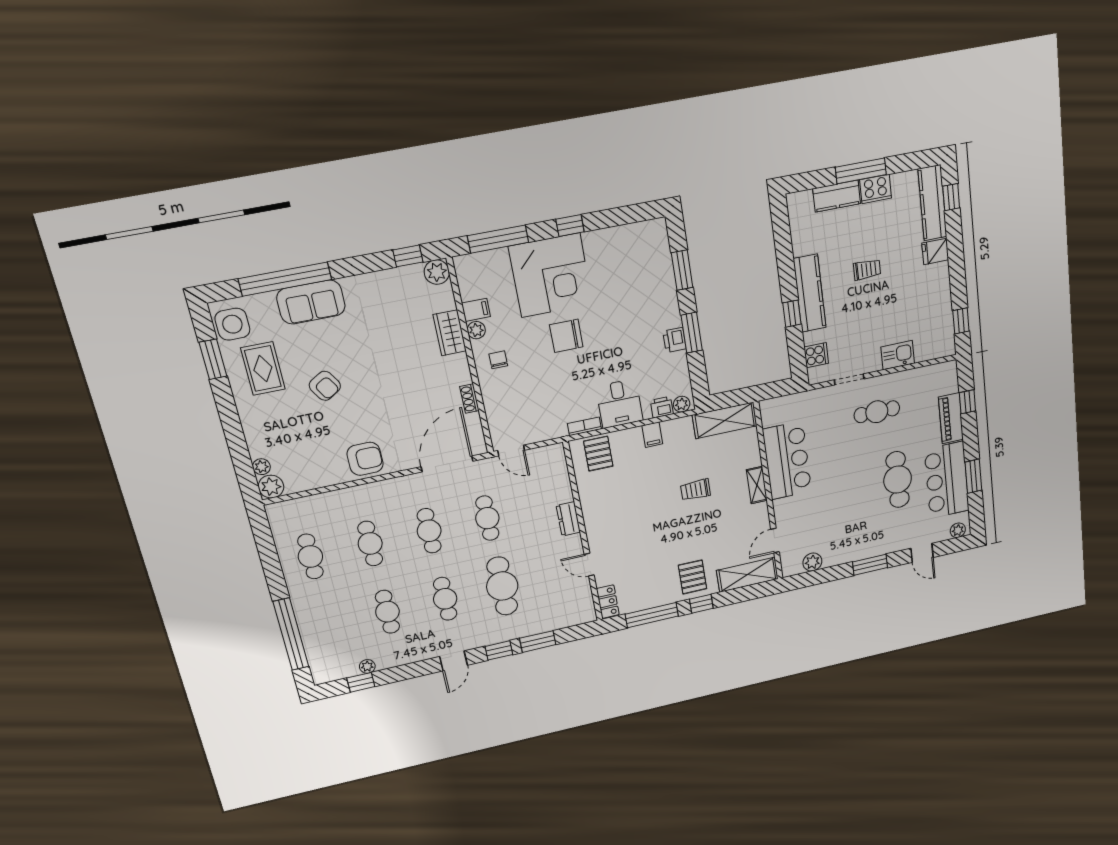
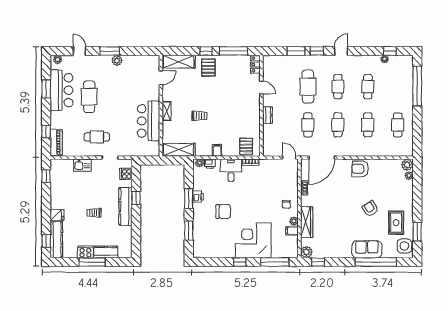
wardrobe: (450, 333) -> (307, 222), width x1.50
chair: (566, 336) -> (223, 211), moved
piano: (951, 418) -> (56, 142), moved
plant: (812, 562) -> (117, 60), moved

